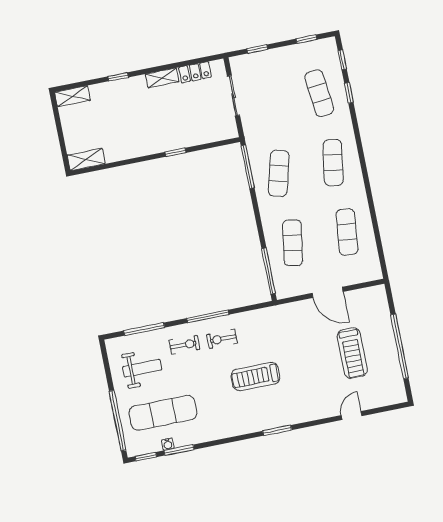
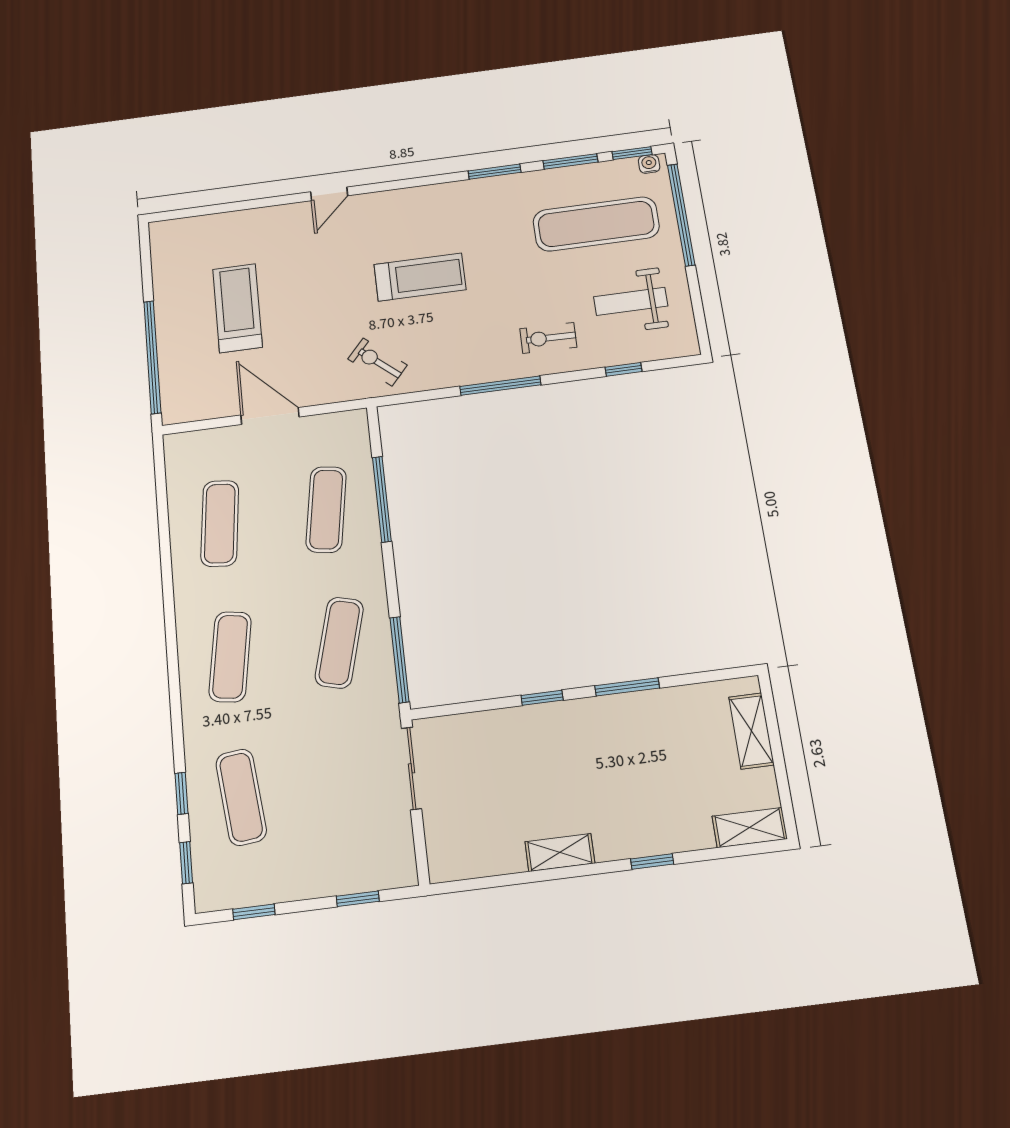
locker: (195, 72) -> (491, 859), removed
sliding door: (233, 96) -> (411, 768), moved
shelving: (86, 159) -> (751, 731), moved, turned 90
window: (134, 161) -> (627, 687), added
window: (268, 271) -> (382, 499), moved
window: (144, 329) -> (623, 369), width x0.46
exercise bike: (222, 339) -> (378, 362), moved, turned -139
window: (399, 346) -> (152, 357), moved
door: (351, 416) -> (329, 194), moved
window: (277, 430) -> (495, 172), moved
water cooler: (168, 444) -> (649, 164), moved

